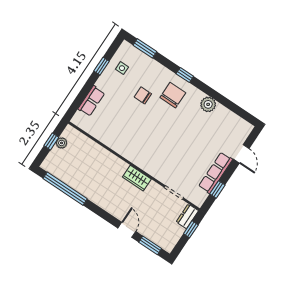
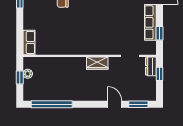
row of seats: (91, 101) -> (29, 42), moved

